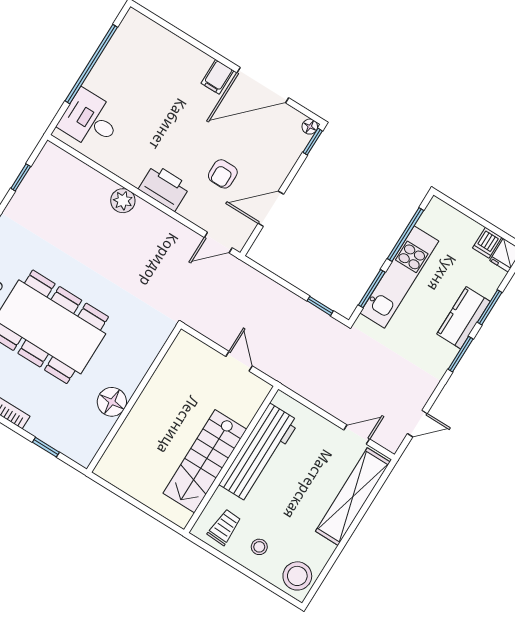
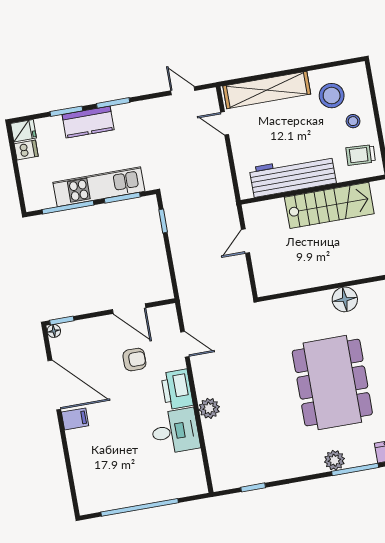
desk: (90, 120) -> (175, 431), moved, turned -90
door: (218, 243) -> (185, 344), moved
stool: (297, 576) -> (332, 96), moved

